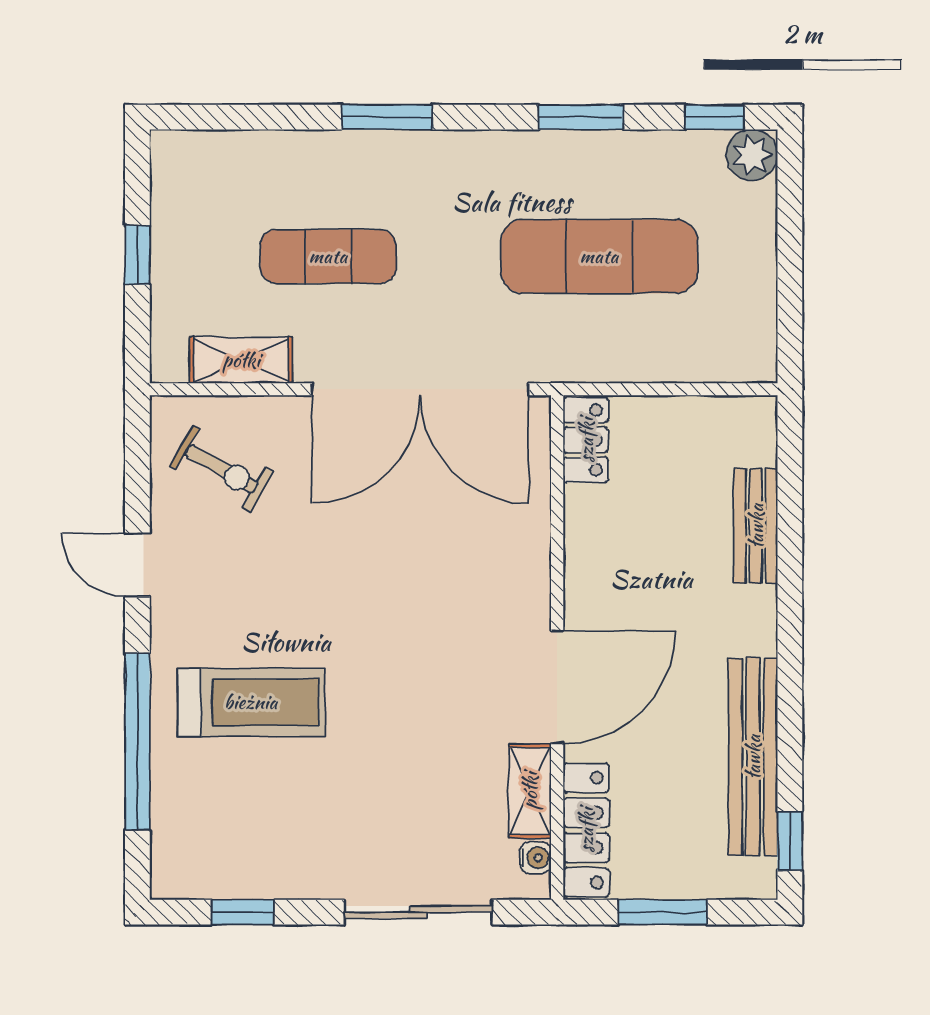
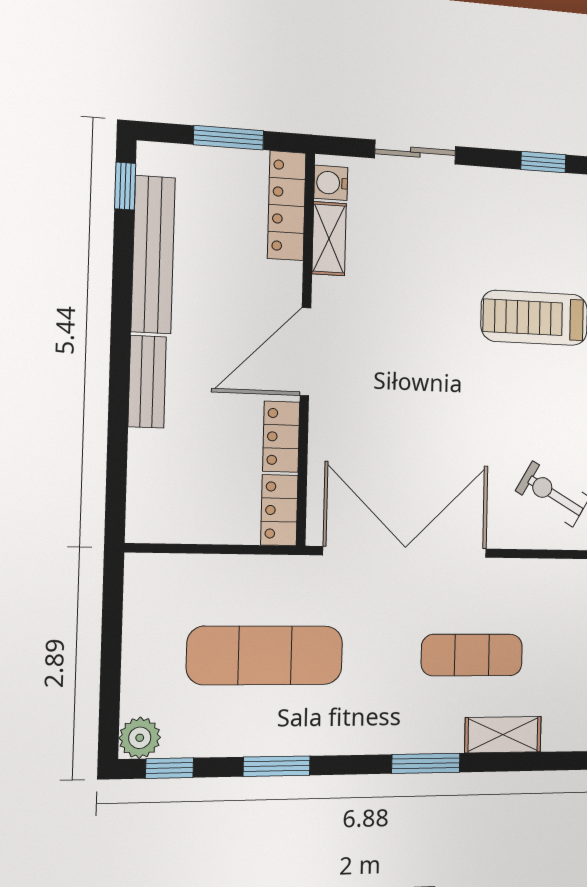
shelving: (241, 360) -> (503, 735), moved
bench: (756, 526) -> (147, 382), moved
locker: (586, 533) -> (281, 437), added
door: (557, 687) -> (305, 352), moved
water cooler: (536, 858) -> (331, 183), width x1.38, depth x1.38
sliding door: (418, 912) -> (415, 152), width x0.73

